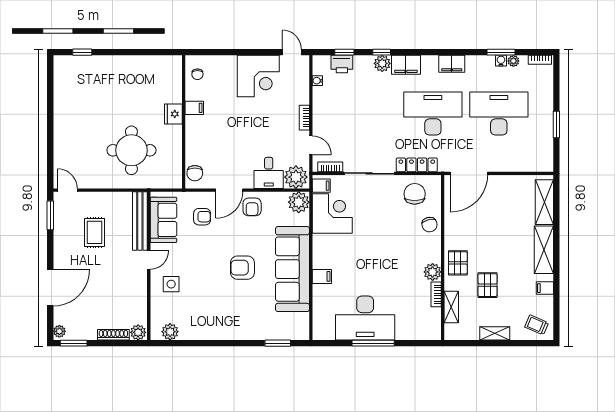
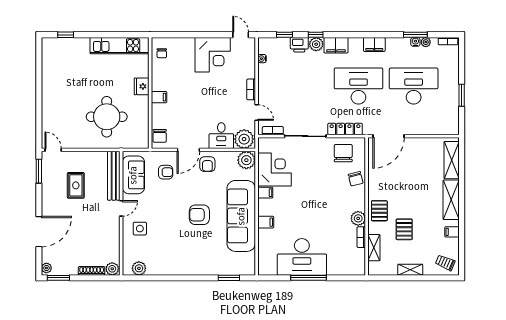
printer: (342, 64) -> (299, 45), moved
kitchen unit: (147, 65) -> (119, 46), added
filing cabinet: (194, 108) -> (159, 97), moved
filing cabinet: (321, 186) -> (265, 193), moved

